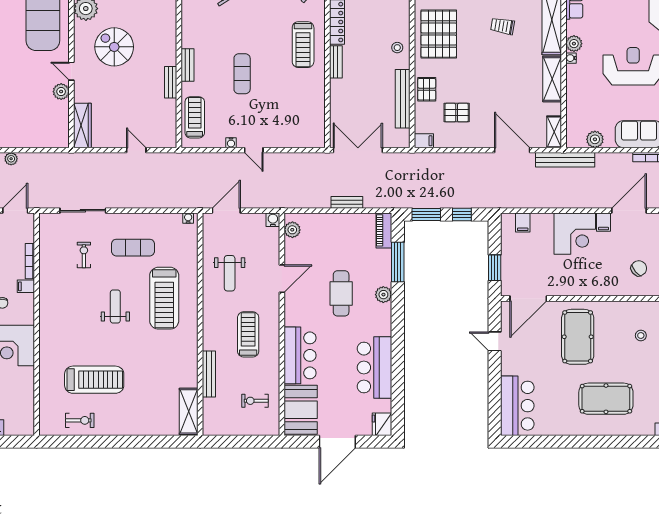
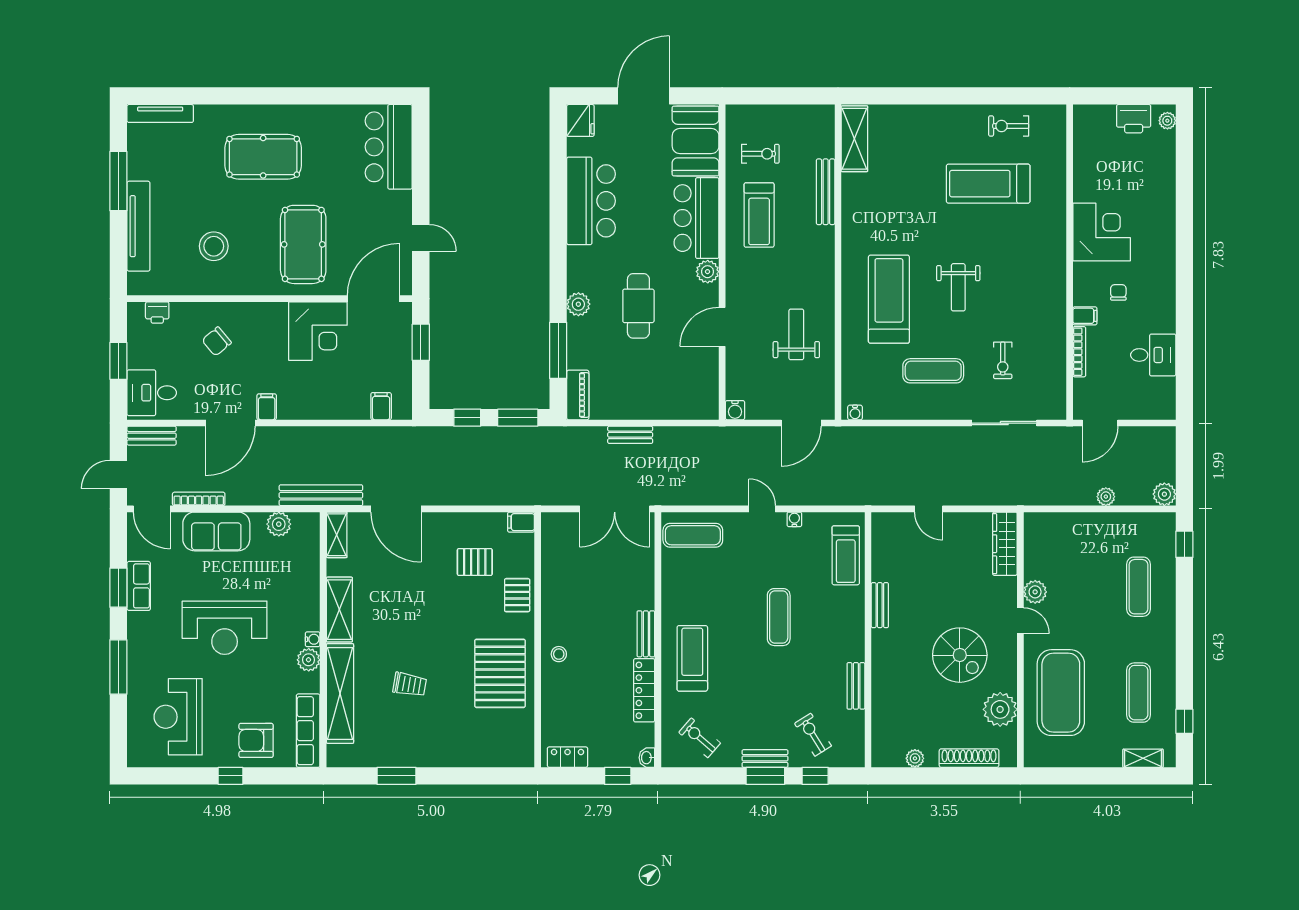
bench: (188, 65) -> (856, 686), moved
bench: (403, 99) -> (551, 582), removed
exercise mat: (303, 131) -> (693, 535), added
plant: (292, 230) -> (708, 272), moved
corner desk: (575, 234) -> (318, 331), moved, turned 180
treadmill: (248, 334) -> (759, 215), moved
stool: (641, 335) -> (214, 246), width x1.89, depth x1.89

